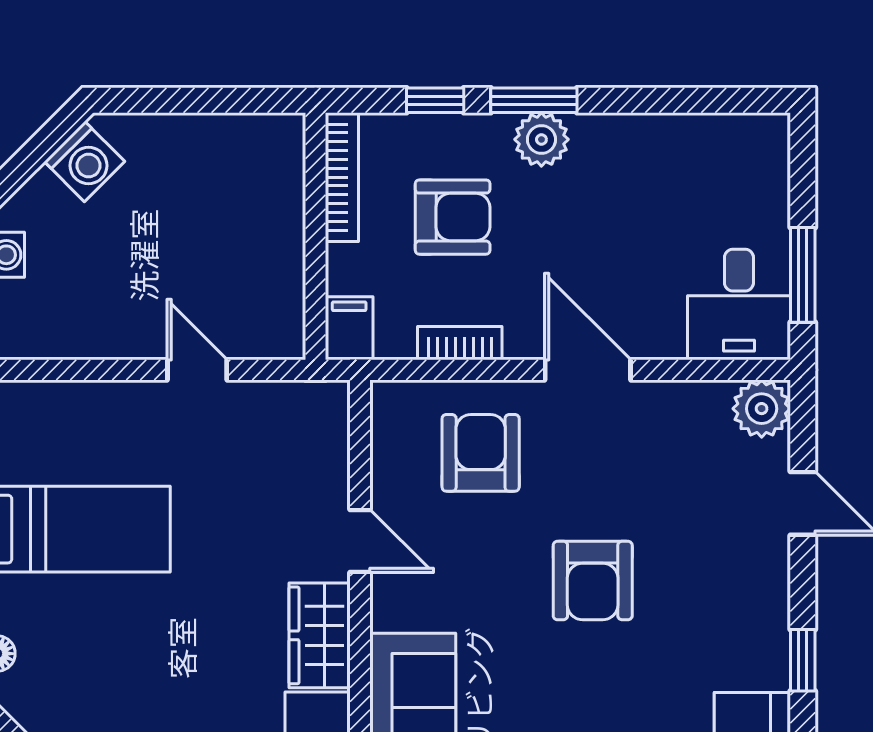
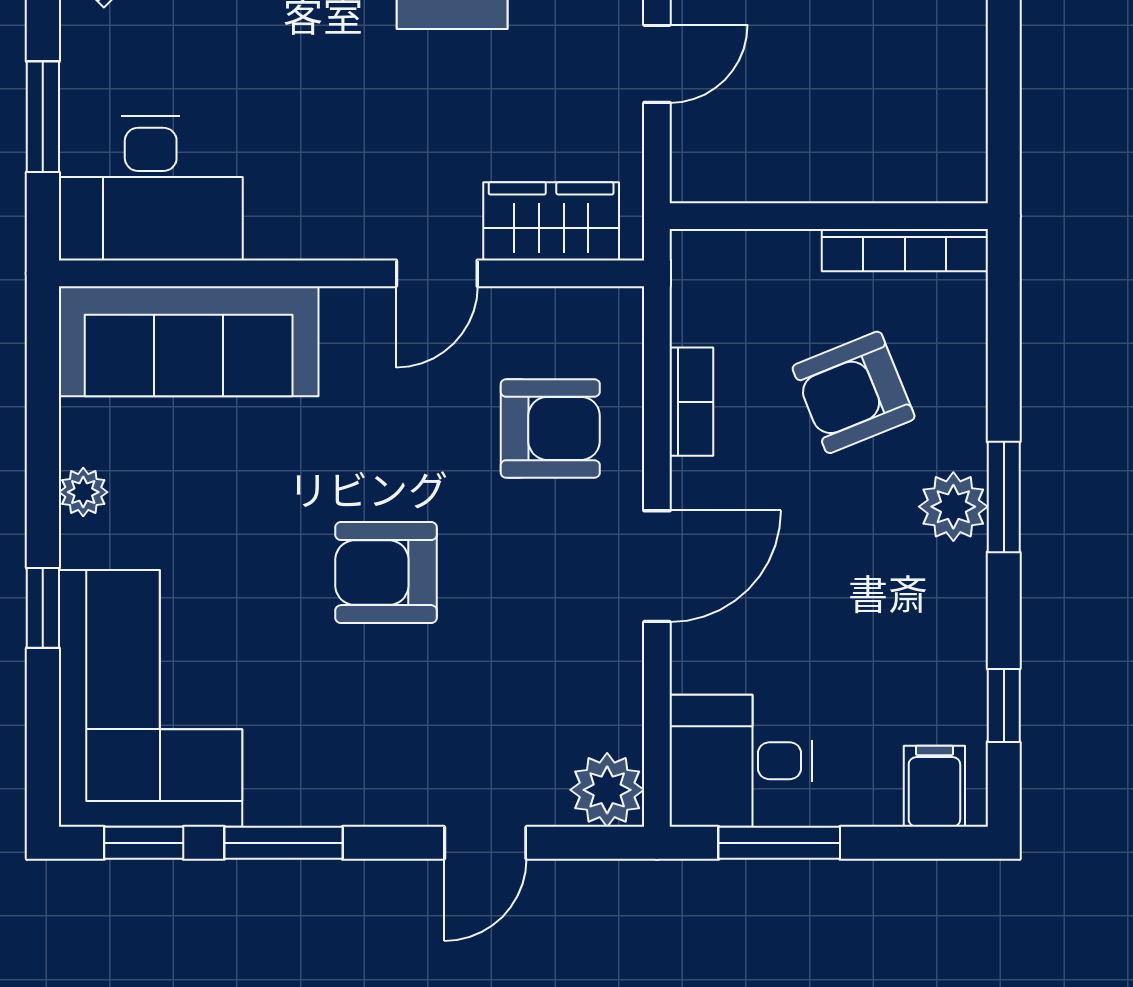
window: (435, 100) -> (1004, 705), moved
armchair: (453, 217) -> (854, 392), turned 68
filing cabinet: (349, 328) -> (934, 786), moved, turned -90
wardrobe: (320, 635) -> (551, 221), moved
window: (803, 660) -> (283, 843), width x1.50

